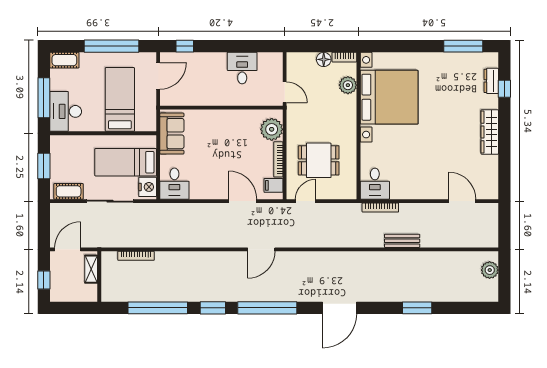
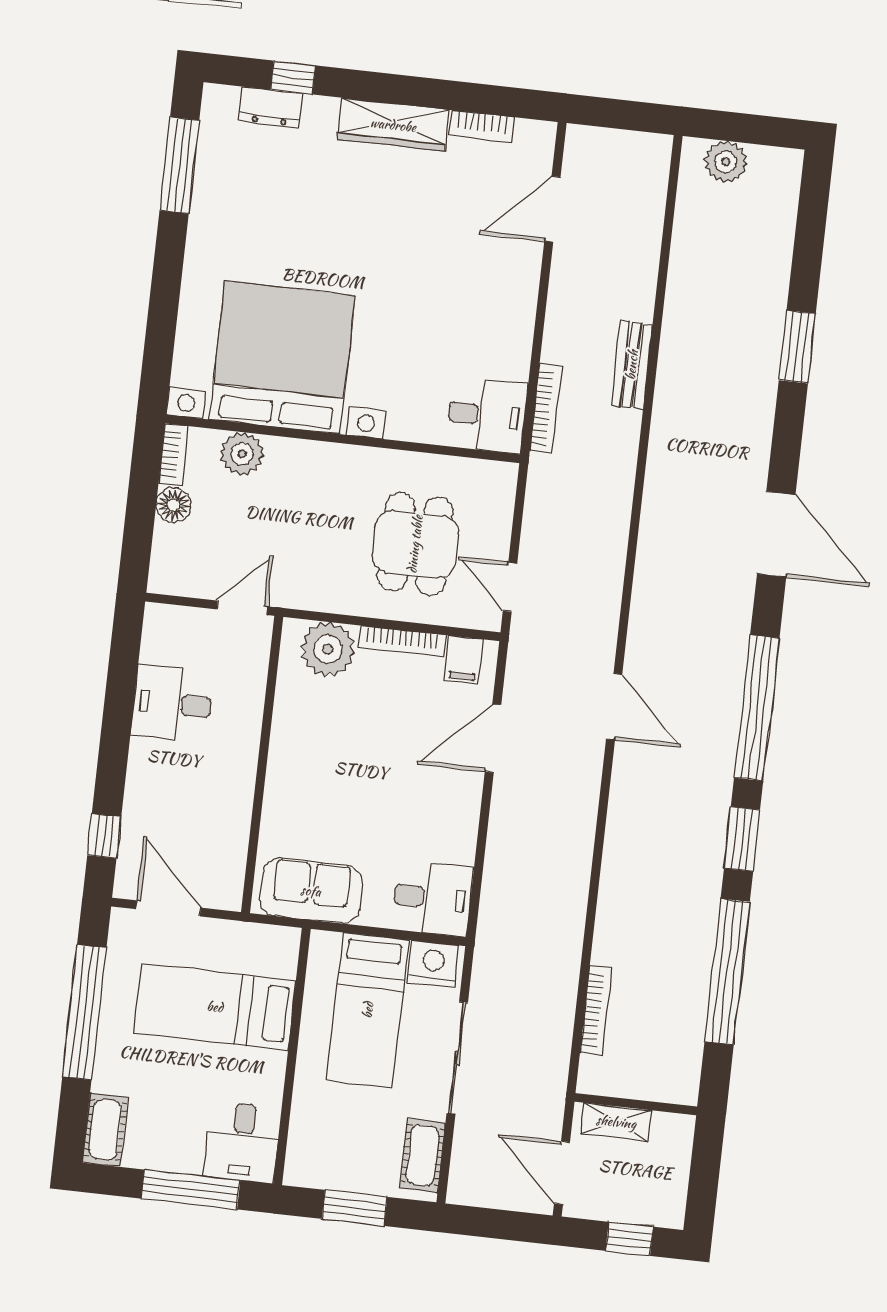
desk: (66, 111) -> (242, 1142), width x0.73
bookcase: (493, 168) -> (482, 126), added

